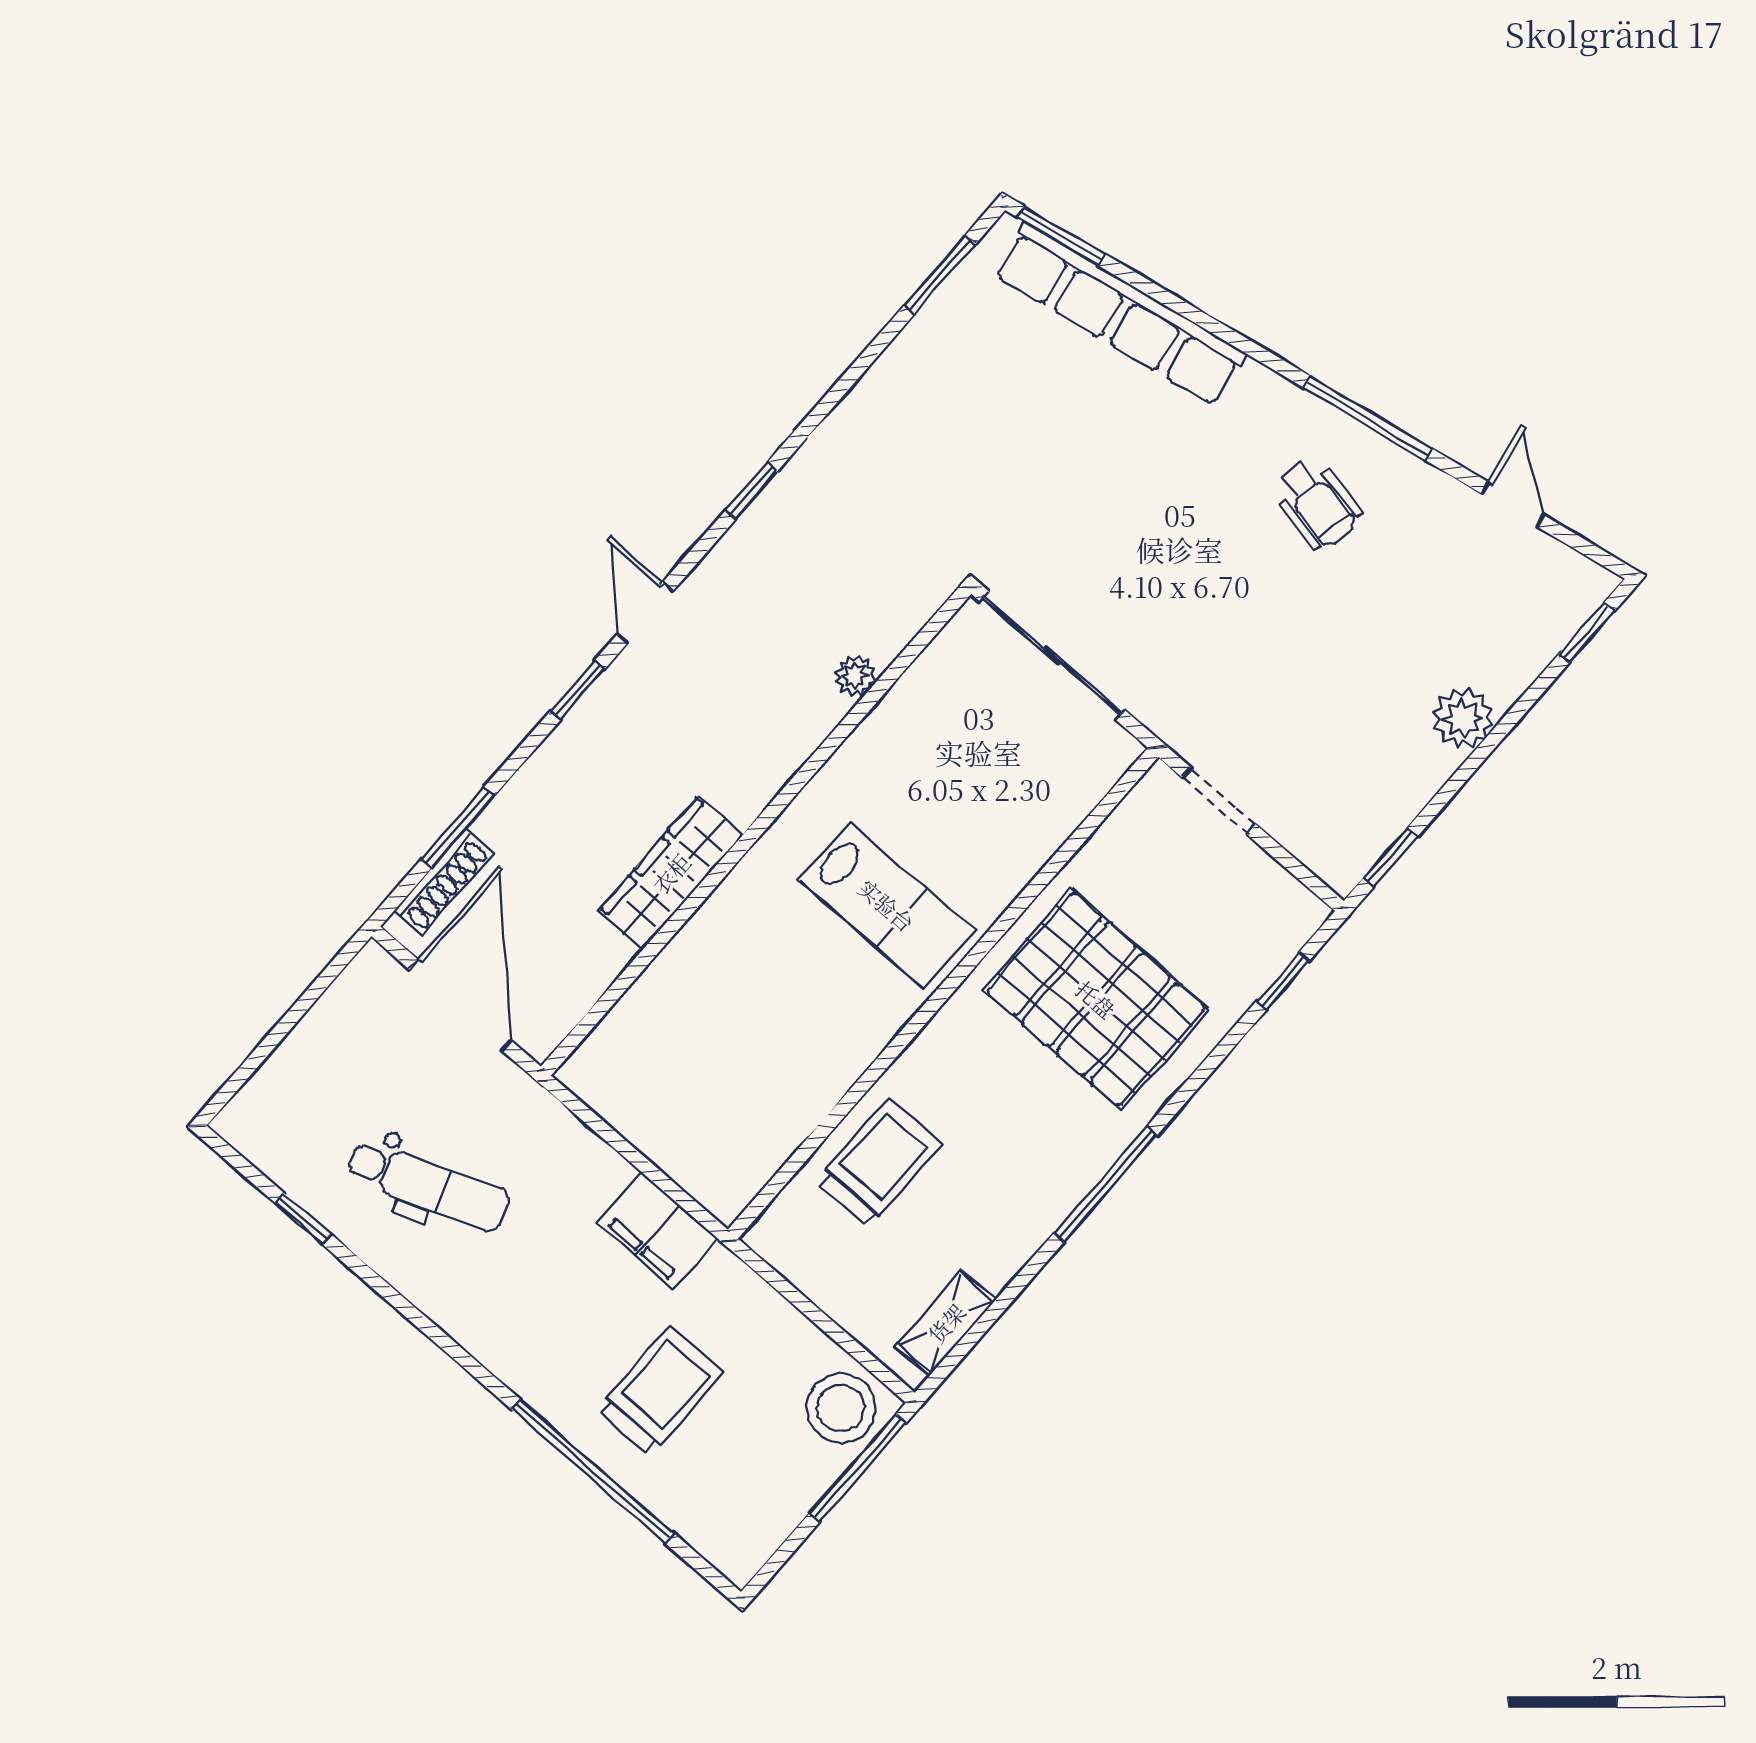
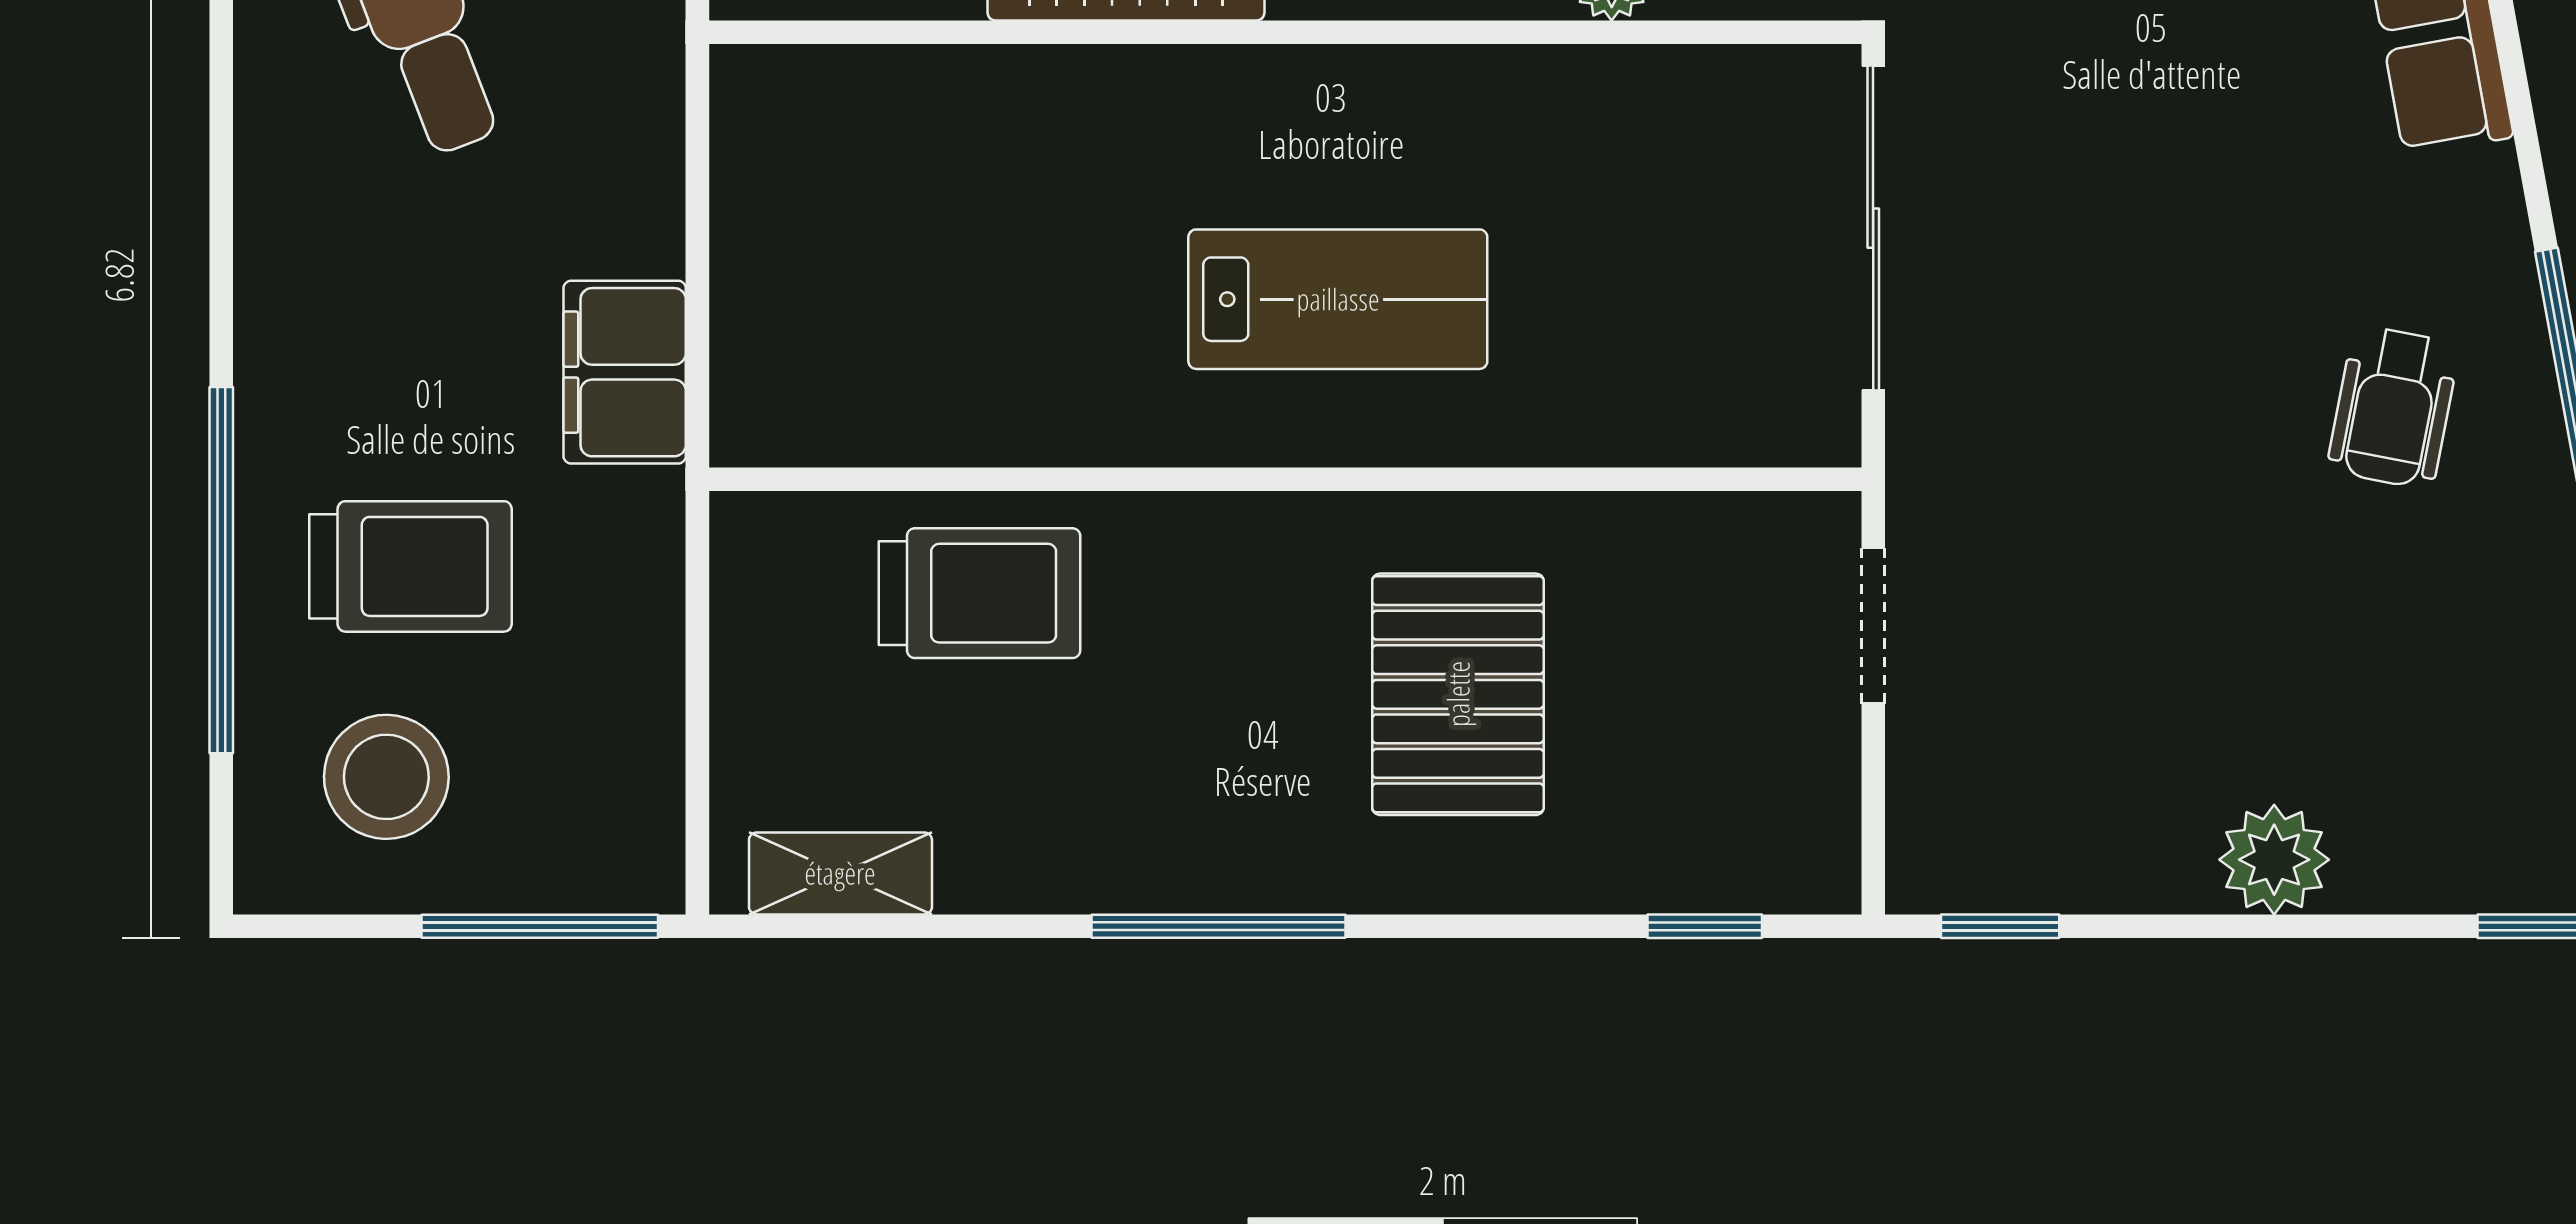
lab bench: (887, 905) -> (1338, 299), turned -90
pallet: (1096, 999) -> (1458, 694), width x0.73, depth x0.71
stool: (841, 1408) -> (386, 777), moved

